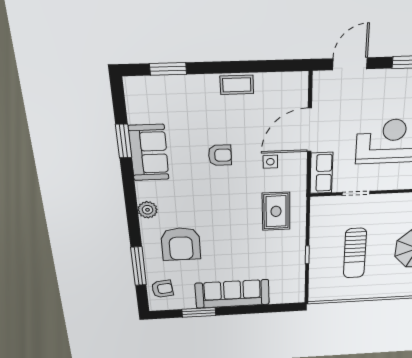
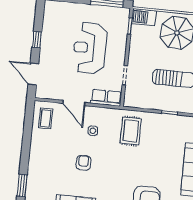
coffee table: (237, 85) -> (46, 118), moved
door: (310, 130) -> (74, 103), width x0.73
rug: (276, 211) -> (131, 131), turned 90

